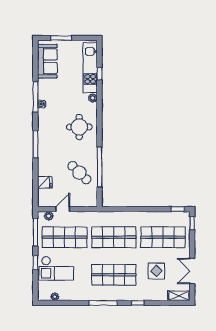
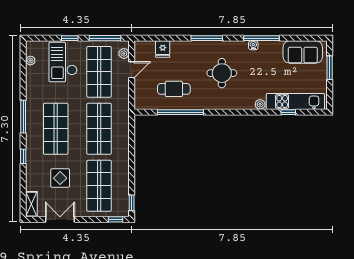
round table: (79, 127) -> (222, 73), moved
cafe table: (79, 173) -> (174, 89), turned 46
door: (63, 209) -> (132, 70), hinge flipped

